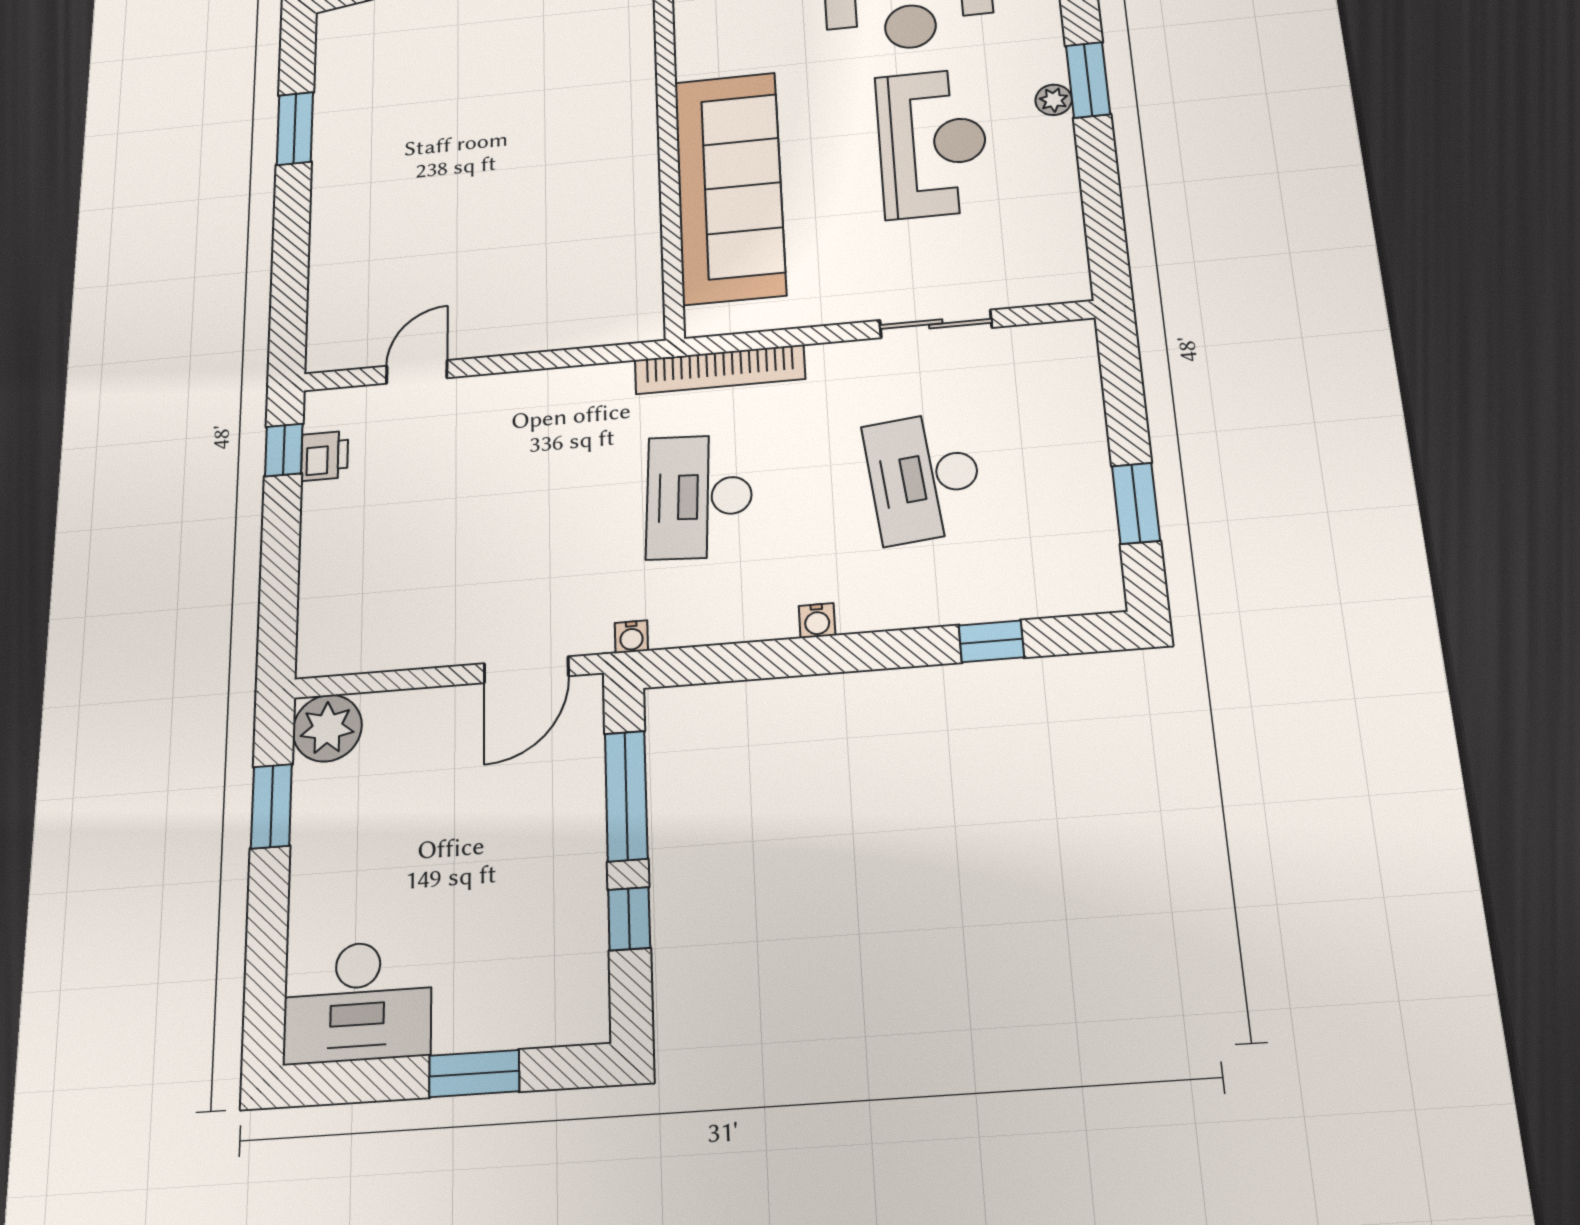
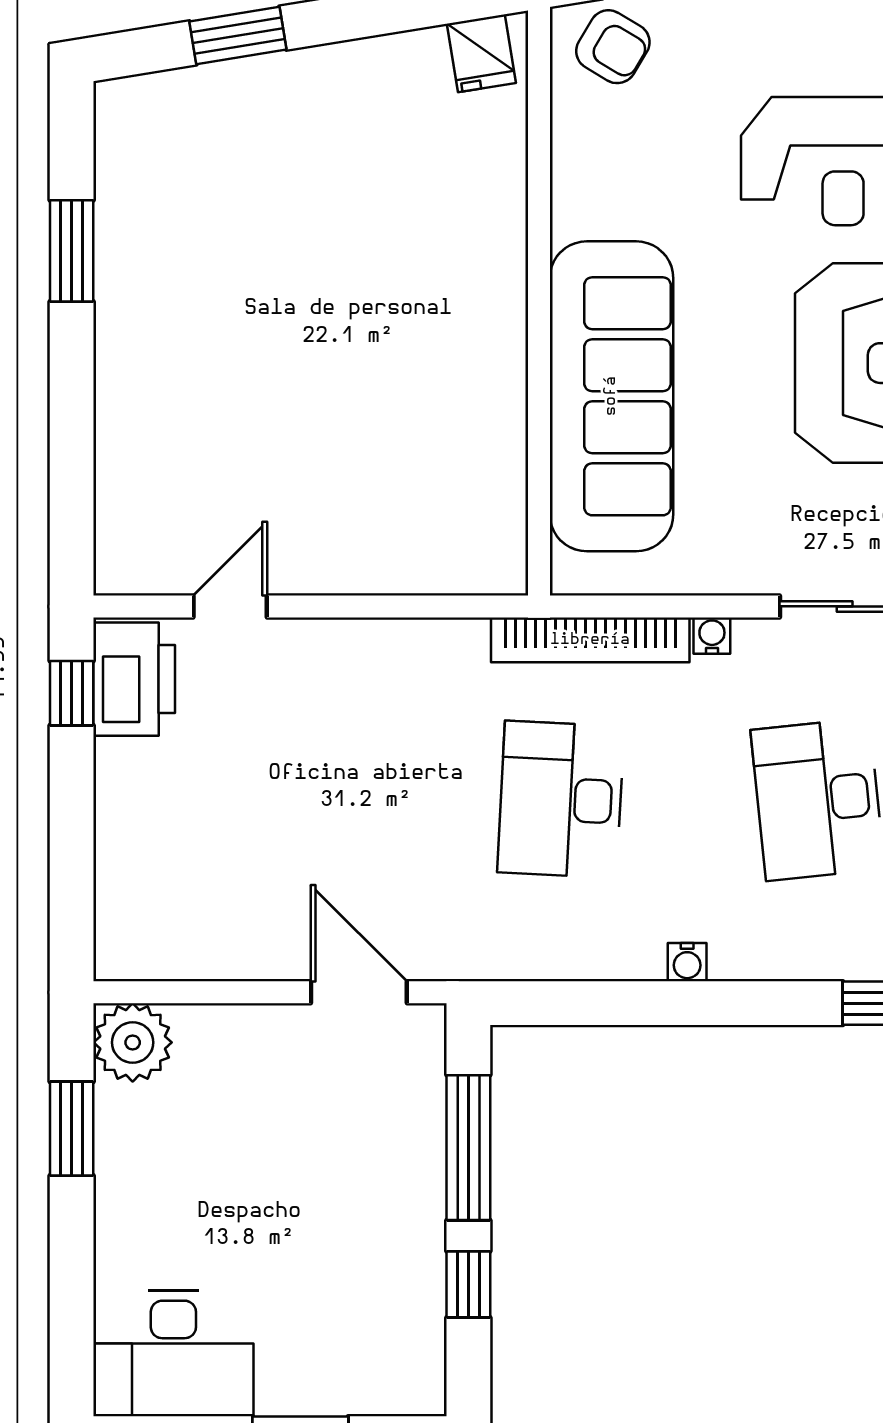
printer: (325, 456) -> (134, 679), width x1.87, depth x1.48
water cooler: (631, 637) -> (712, 636), moved, turned 180
door: (526, 670) -> (359, 992), swing flipped

